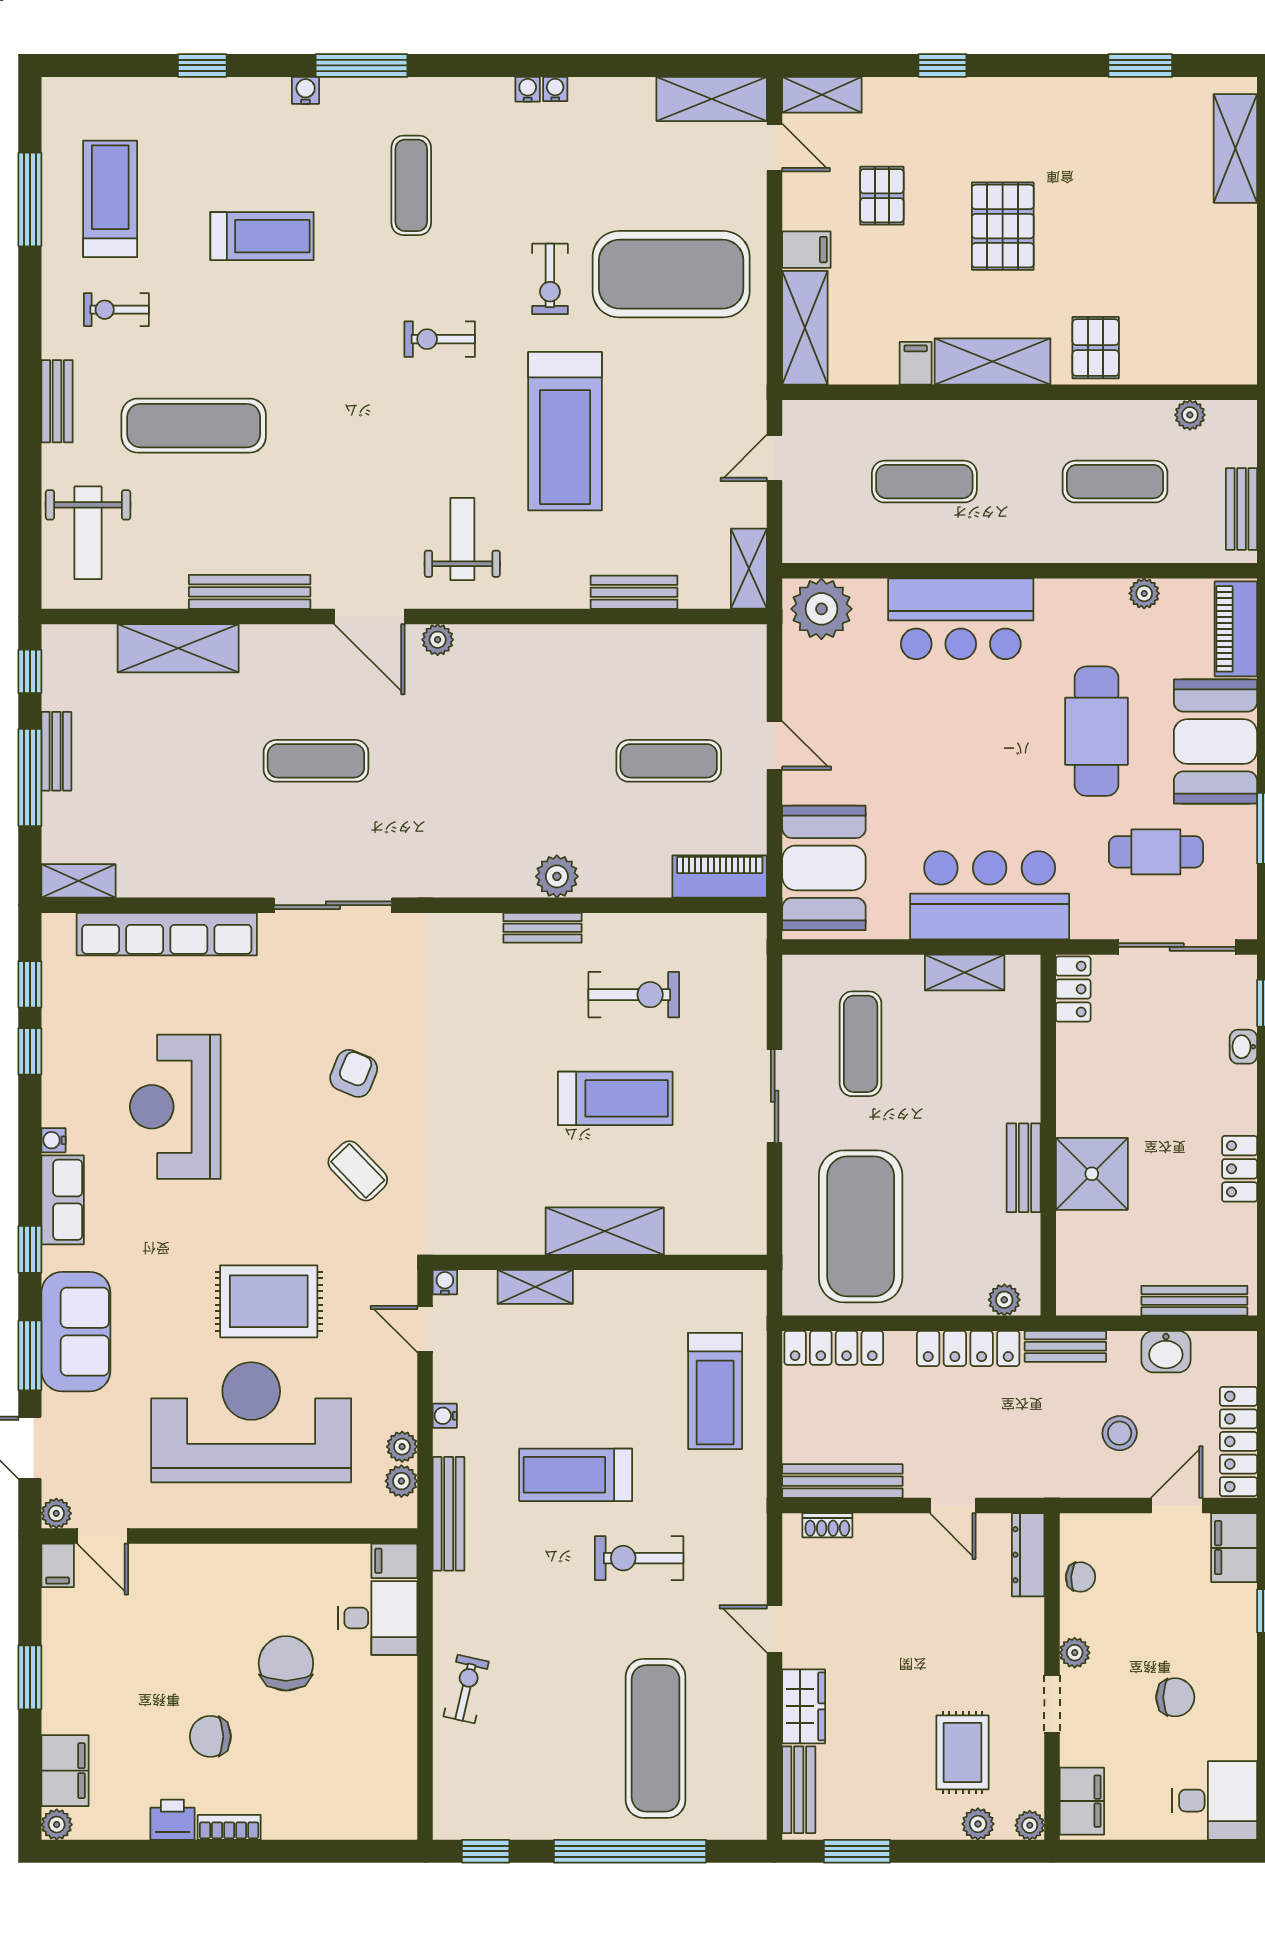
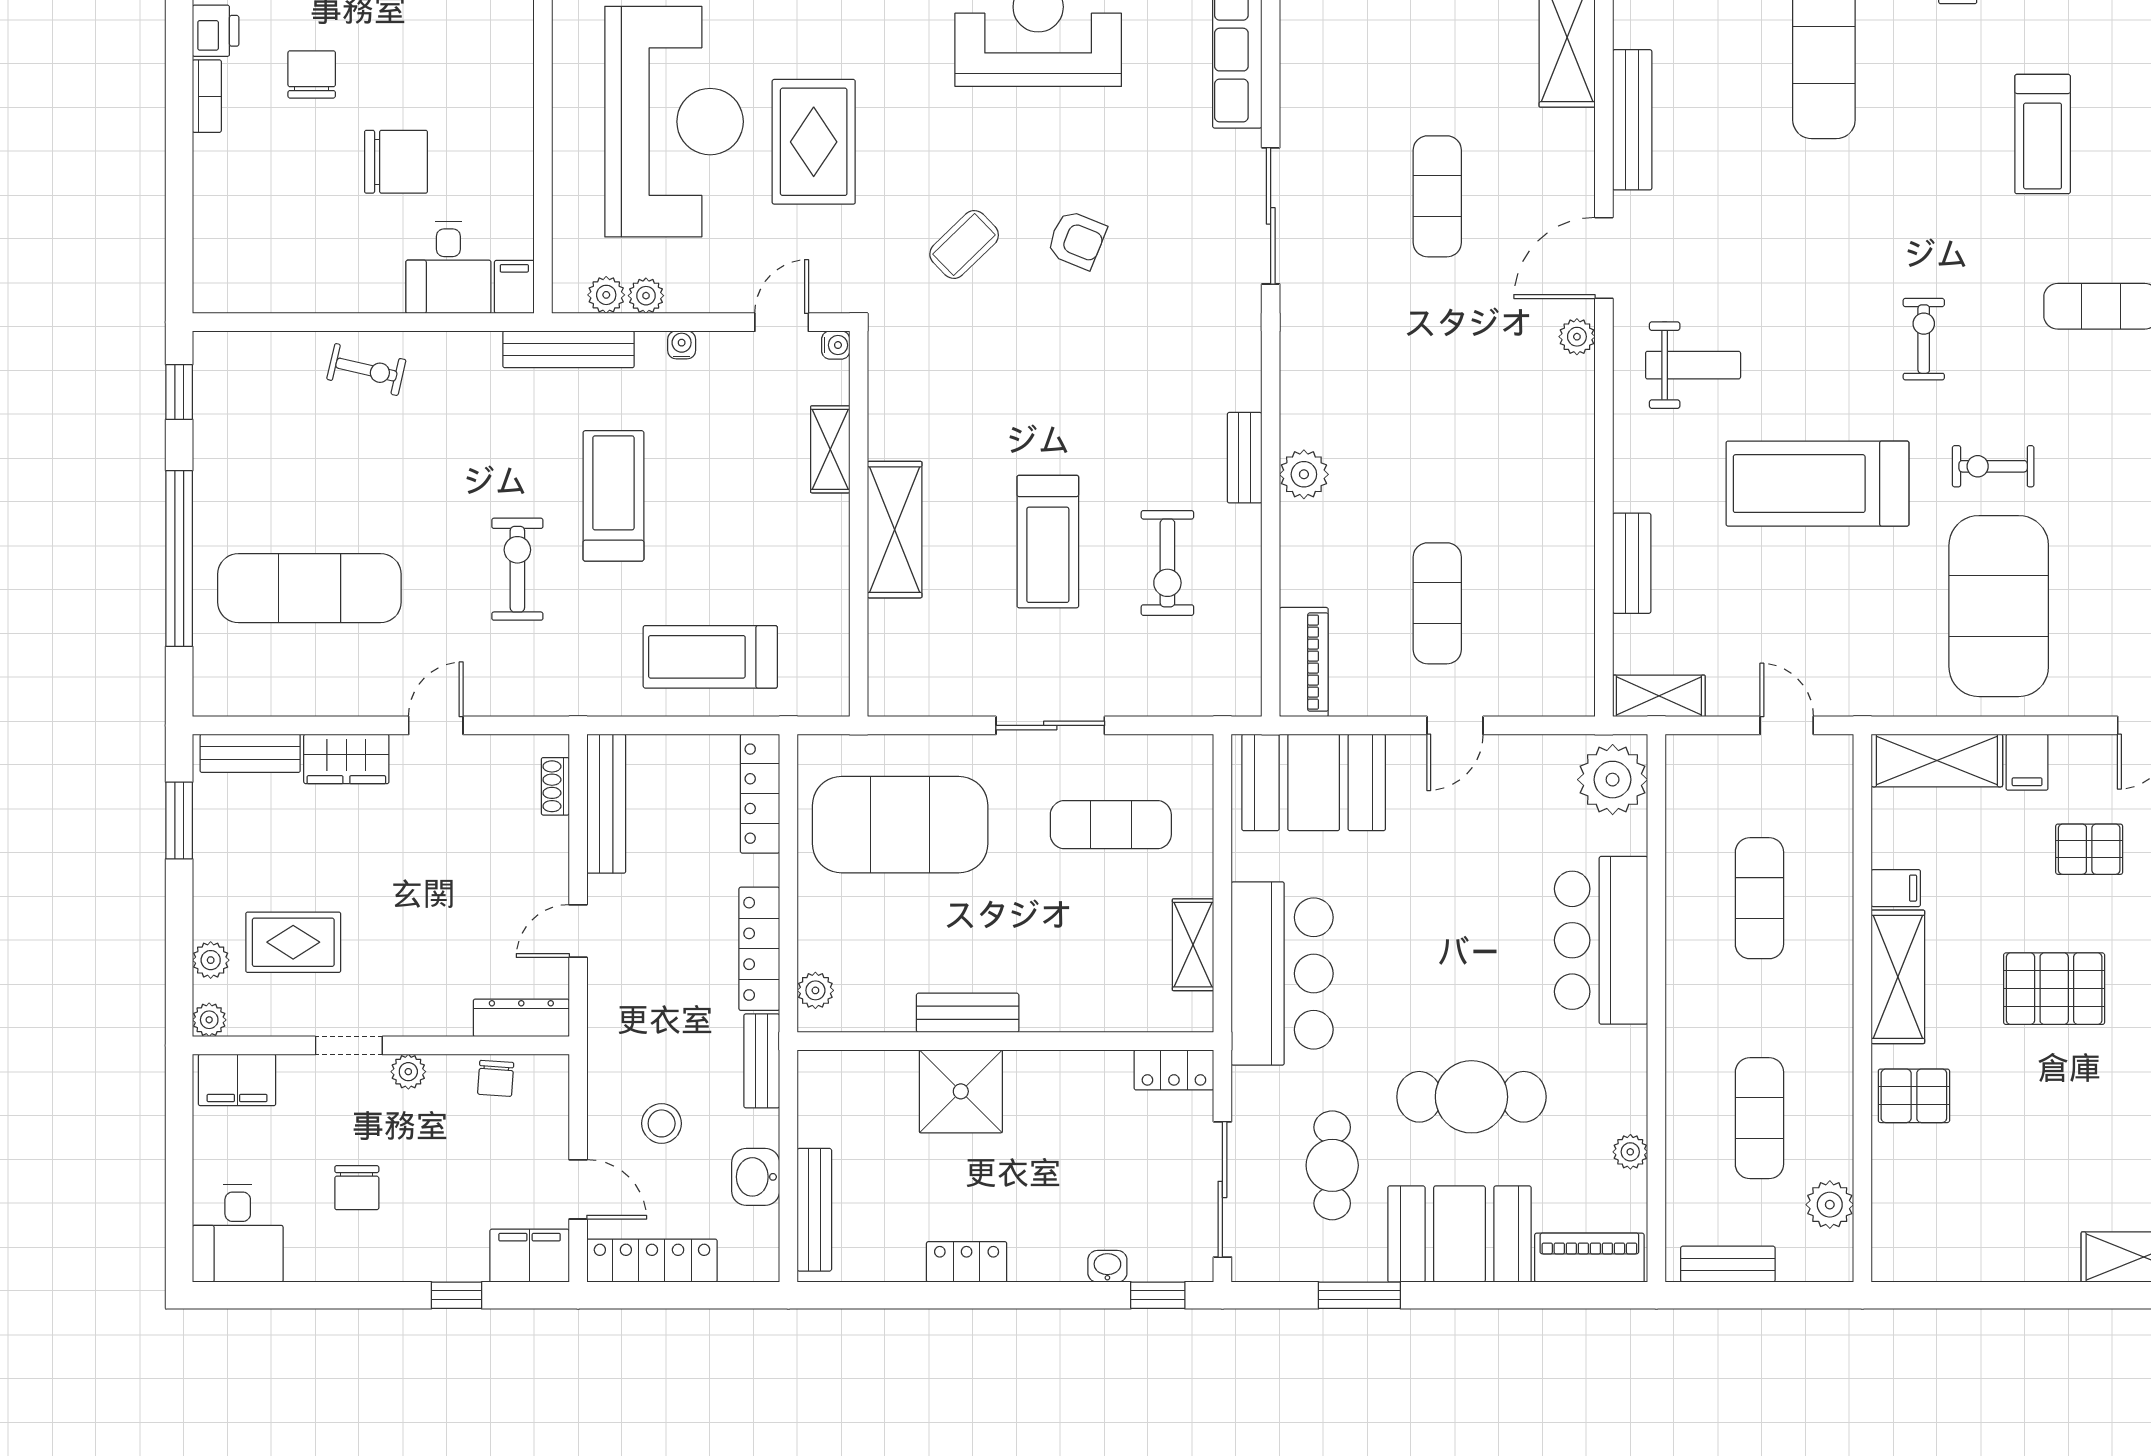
plant: (1190, 415) -> (1830, 1205), width x1.38, depth x1.38

